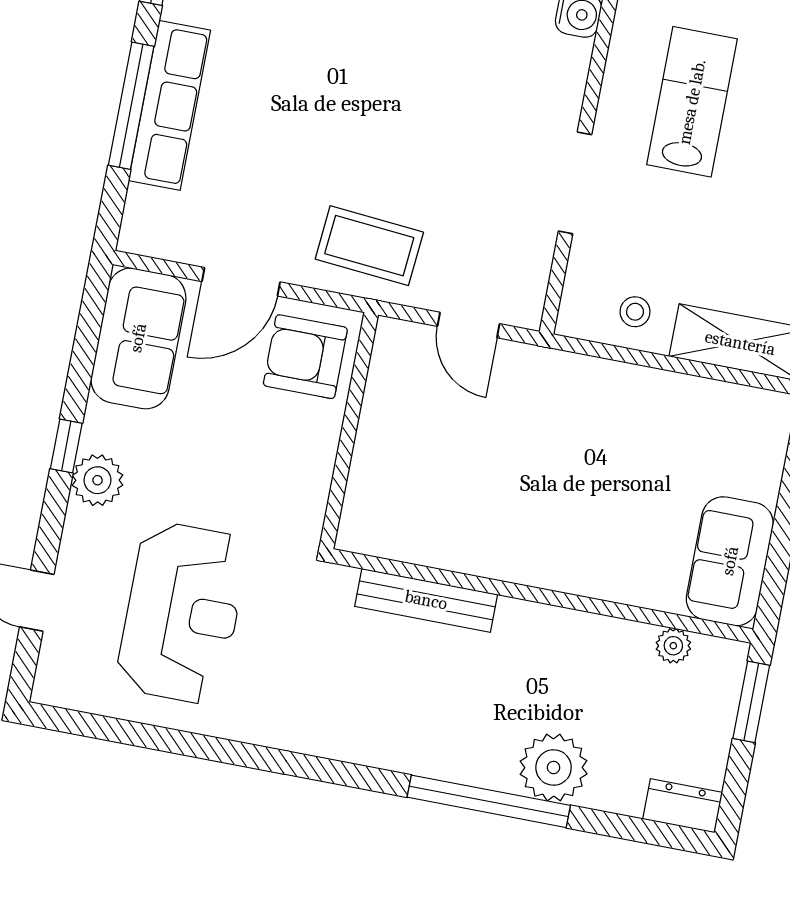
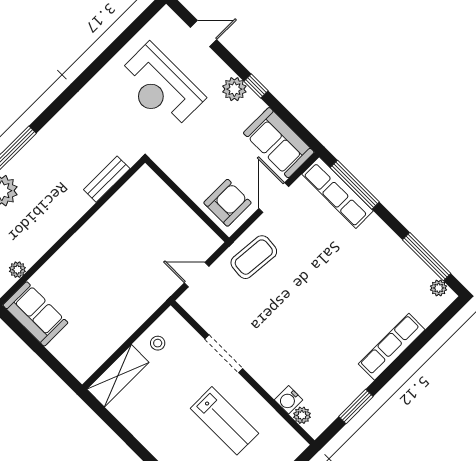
row of seats: (170, 105) -> (337, 193), moved
window: (131, 106) -> (355, 185), moved
bench: (426, 600) -> (107, 179), width x0.73

